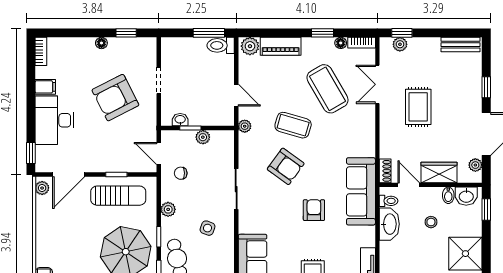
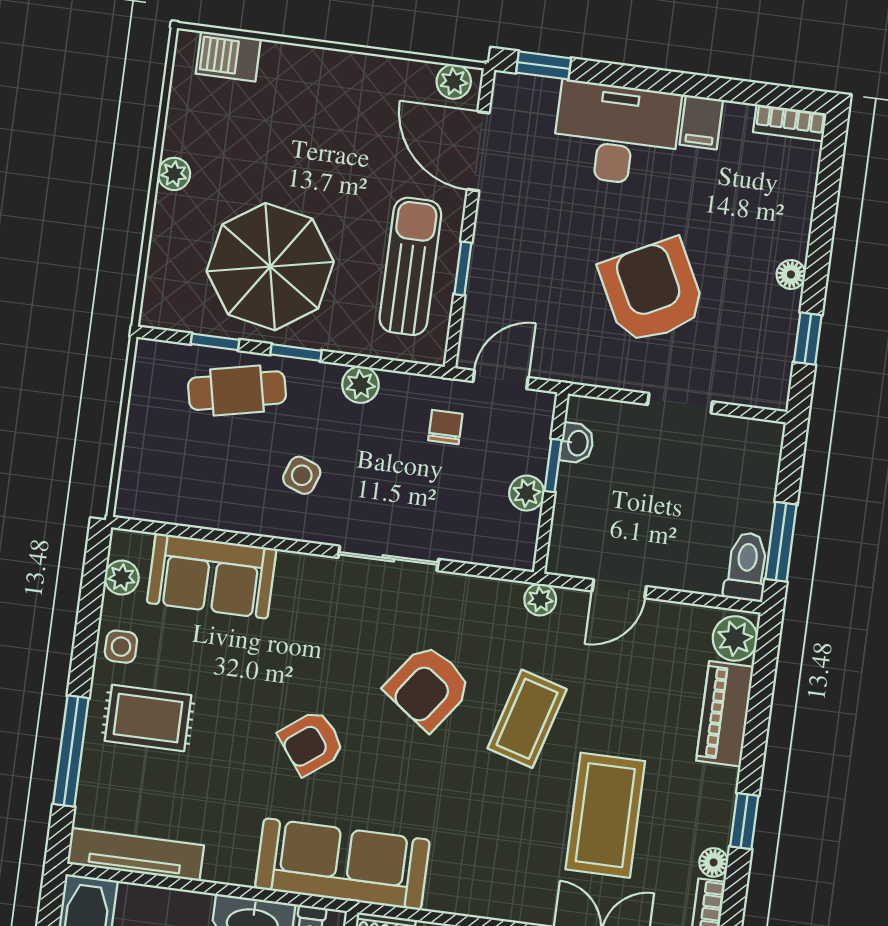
coffee table: (327, 89) -> (605, 815), turned -60
sun lounger: (118, 196) -> (410, 266), turned 180
armchair: (314, 210) -> (311, 743), turned 143

